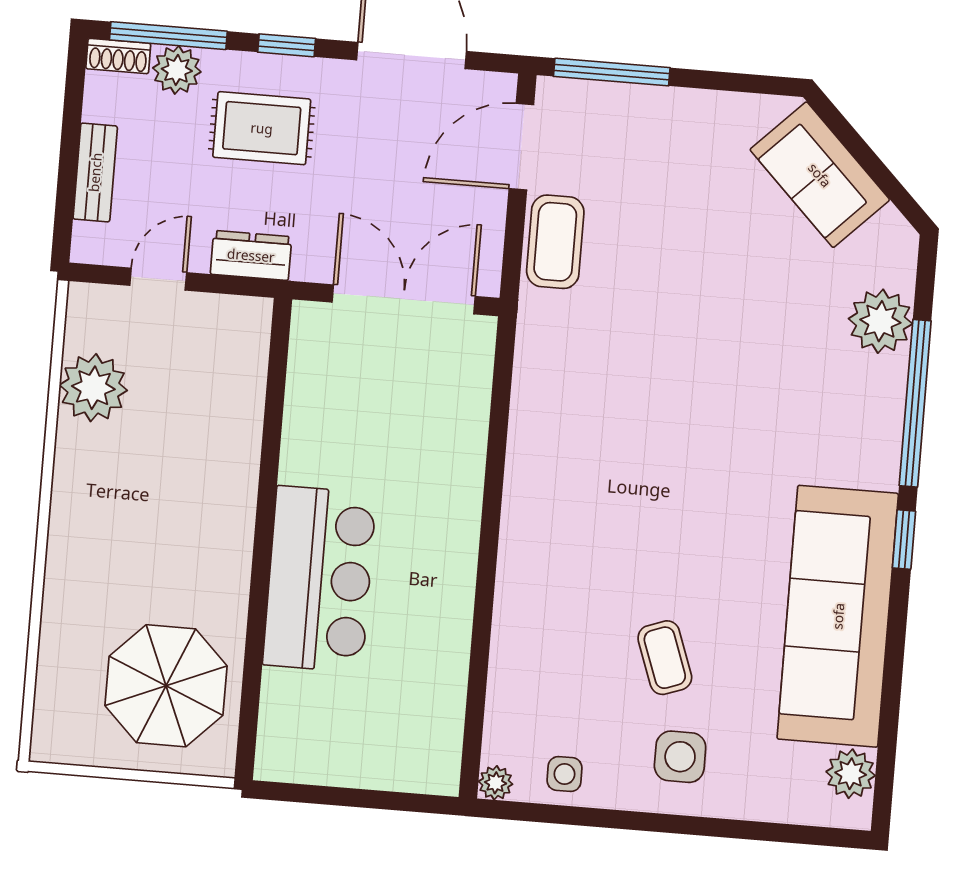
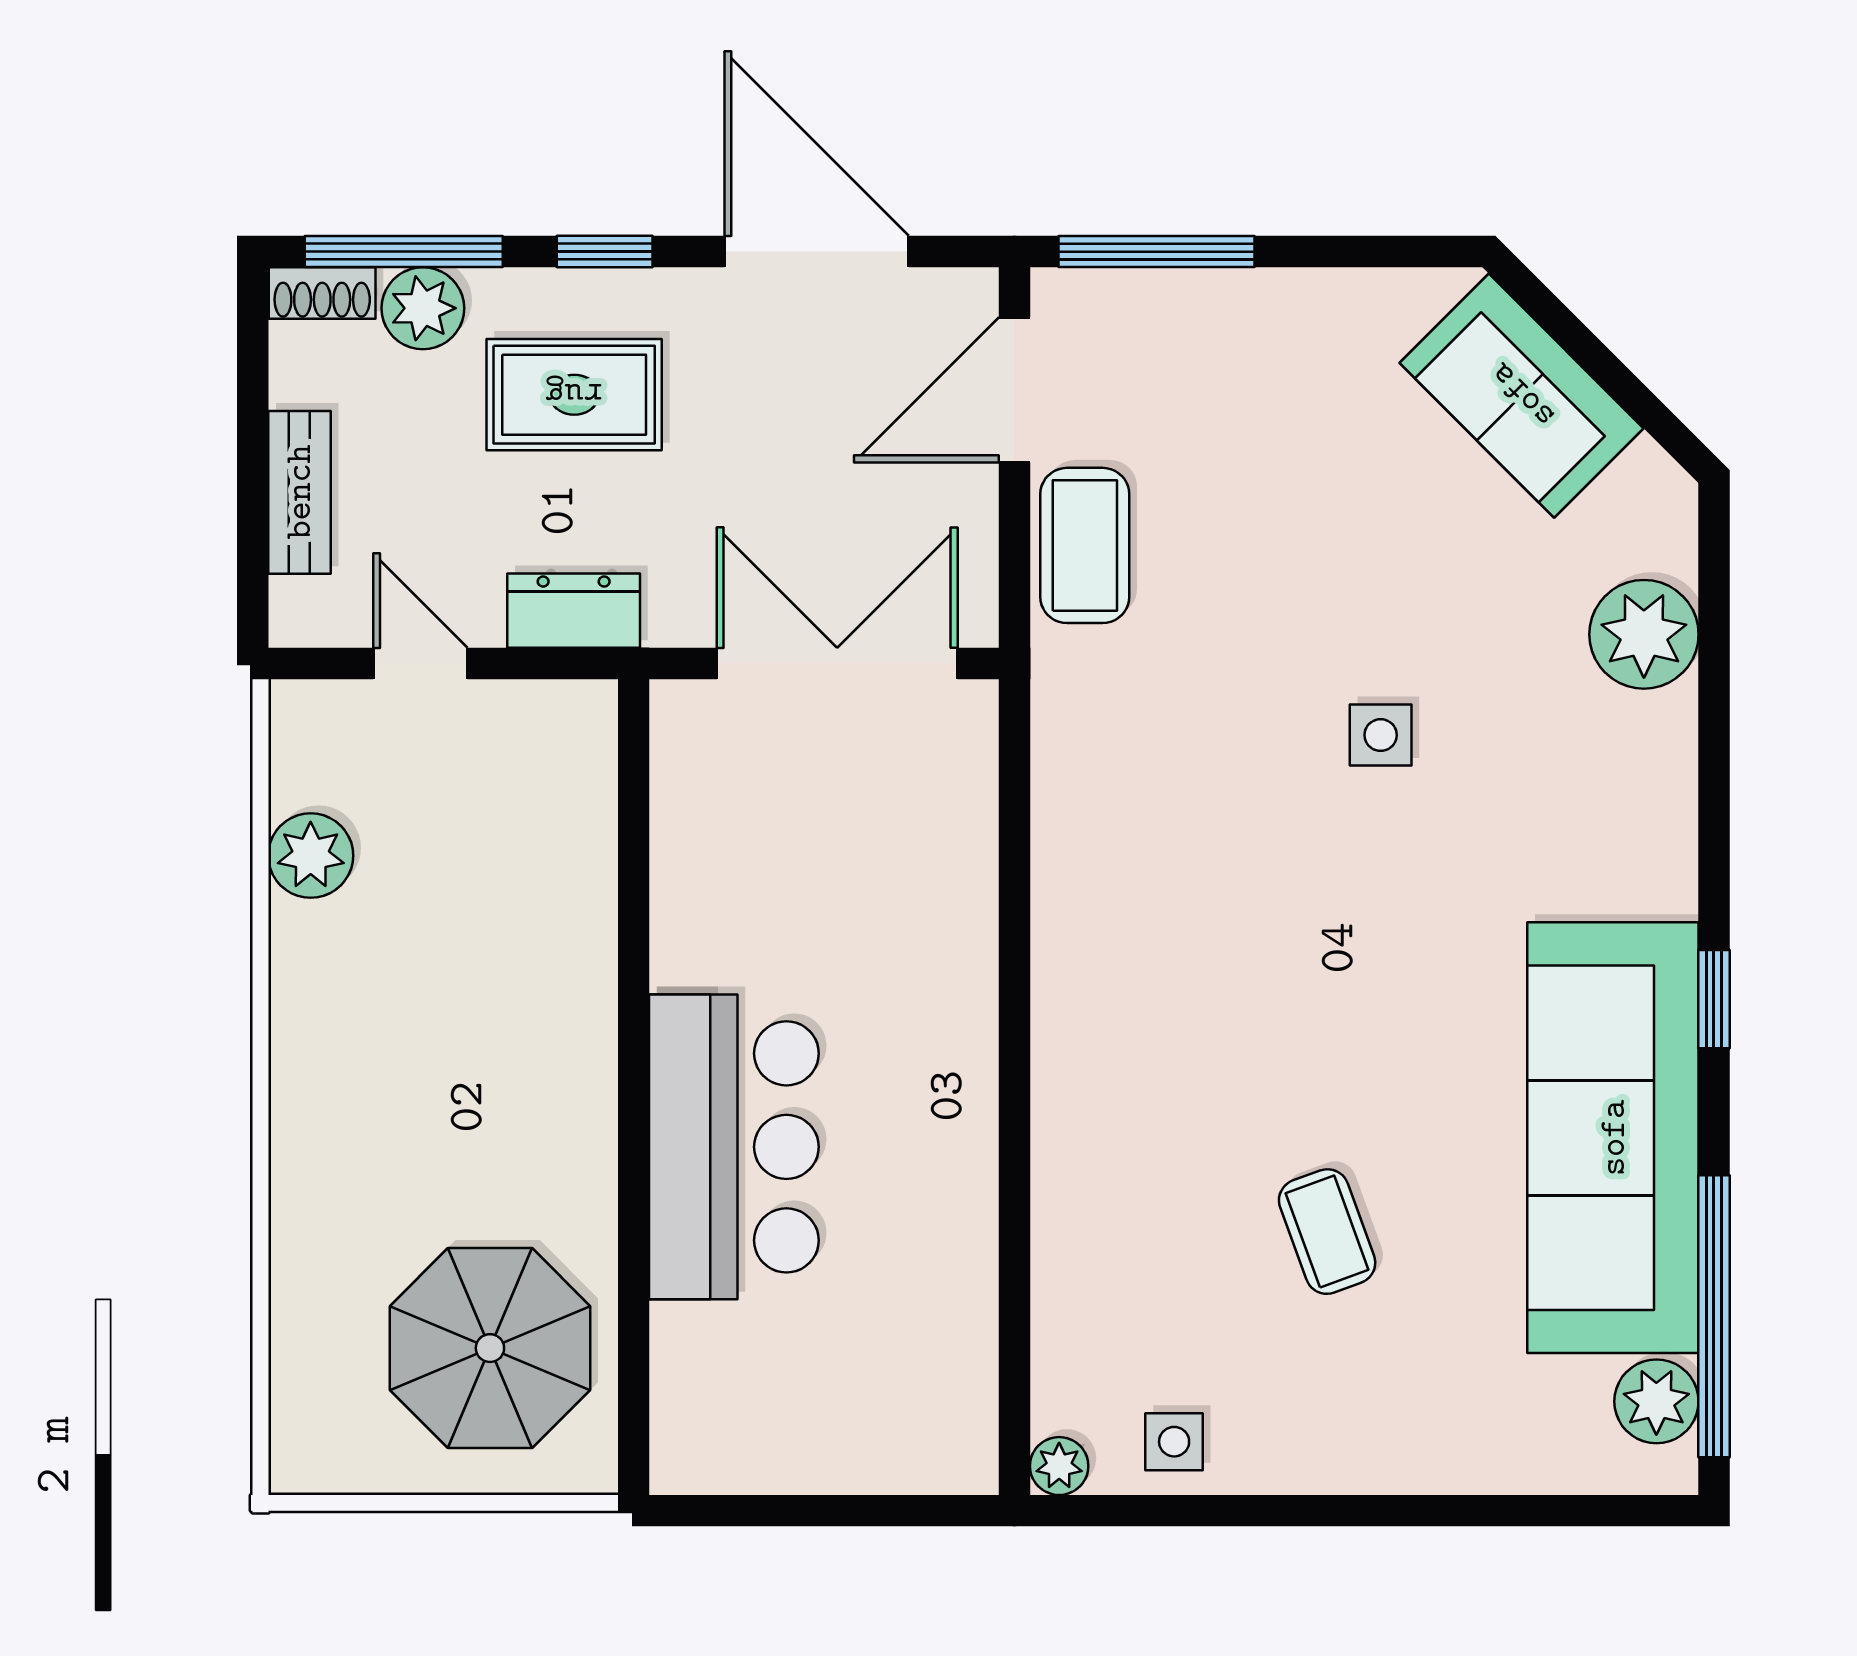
door: (158, 279) -> (420, 663), hinge flipped
plant: (93, 388) -> (311, 856), width x0.73, depth x0.73
window: (915, 403) -> (1714, 1316), moved
side table: (680, 757) -> (1381, 735), moved, width x0.73, depth x0.73

